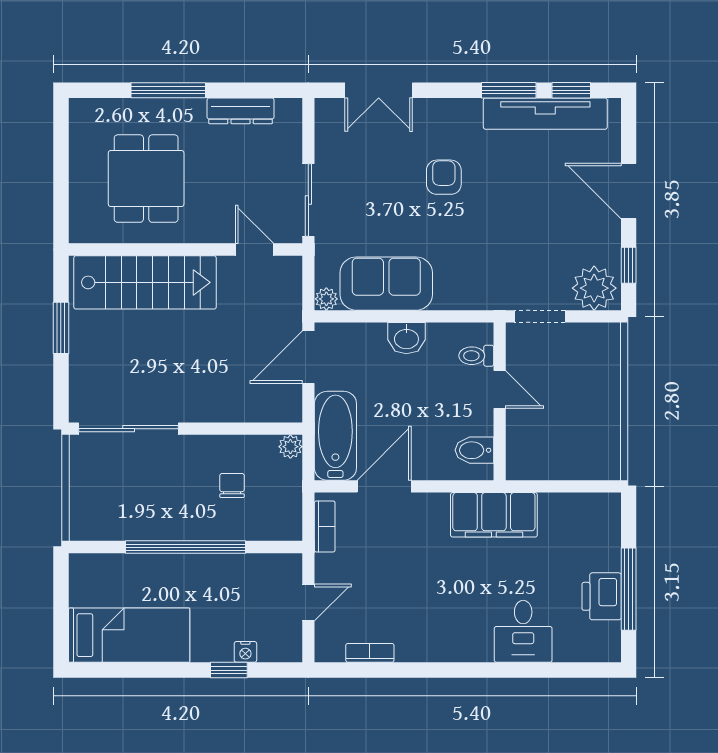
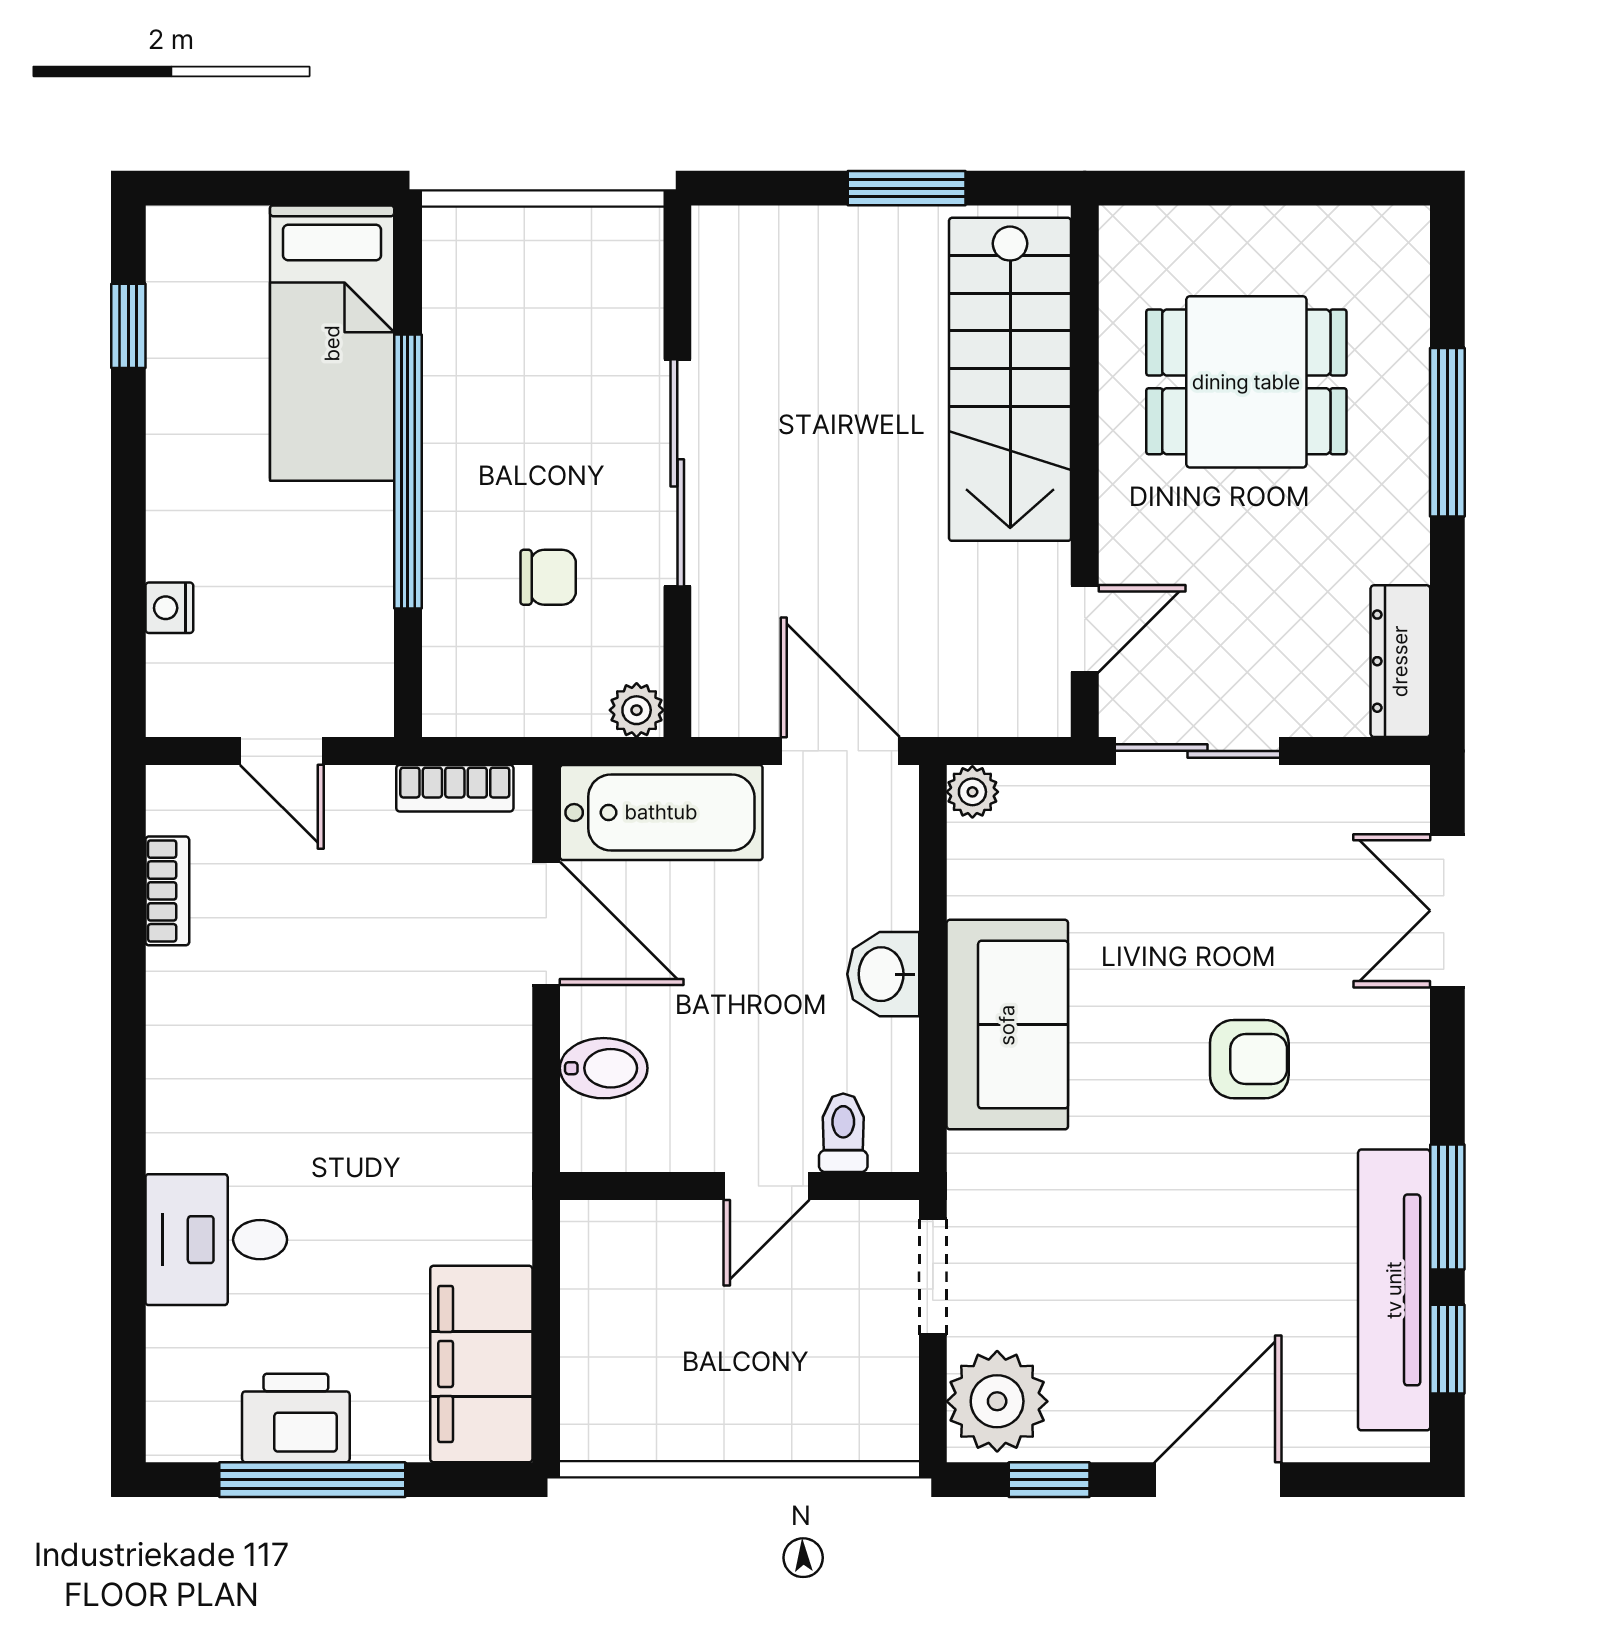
dresser: (241, 111) -> (1400, 661), moved
sofa: (386, 284) -> (1007, 1025), moved
sliding door: (129, 429) -> (677, 473), moved
bidet: (474, 450) -> (604, 1068), moved, turned 90
filing cabinet: (494, 515) -> (481, 1364), moved
bed: (129, 635) -> (332, 343), moved
window: (229, 670) -> (128, 326), moved

